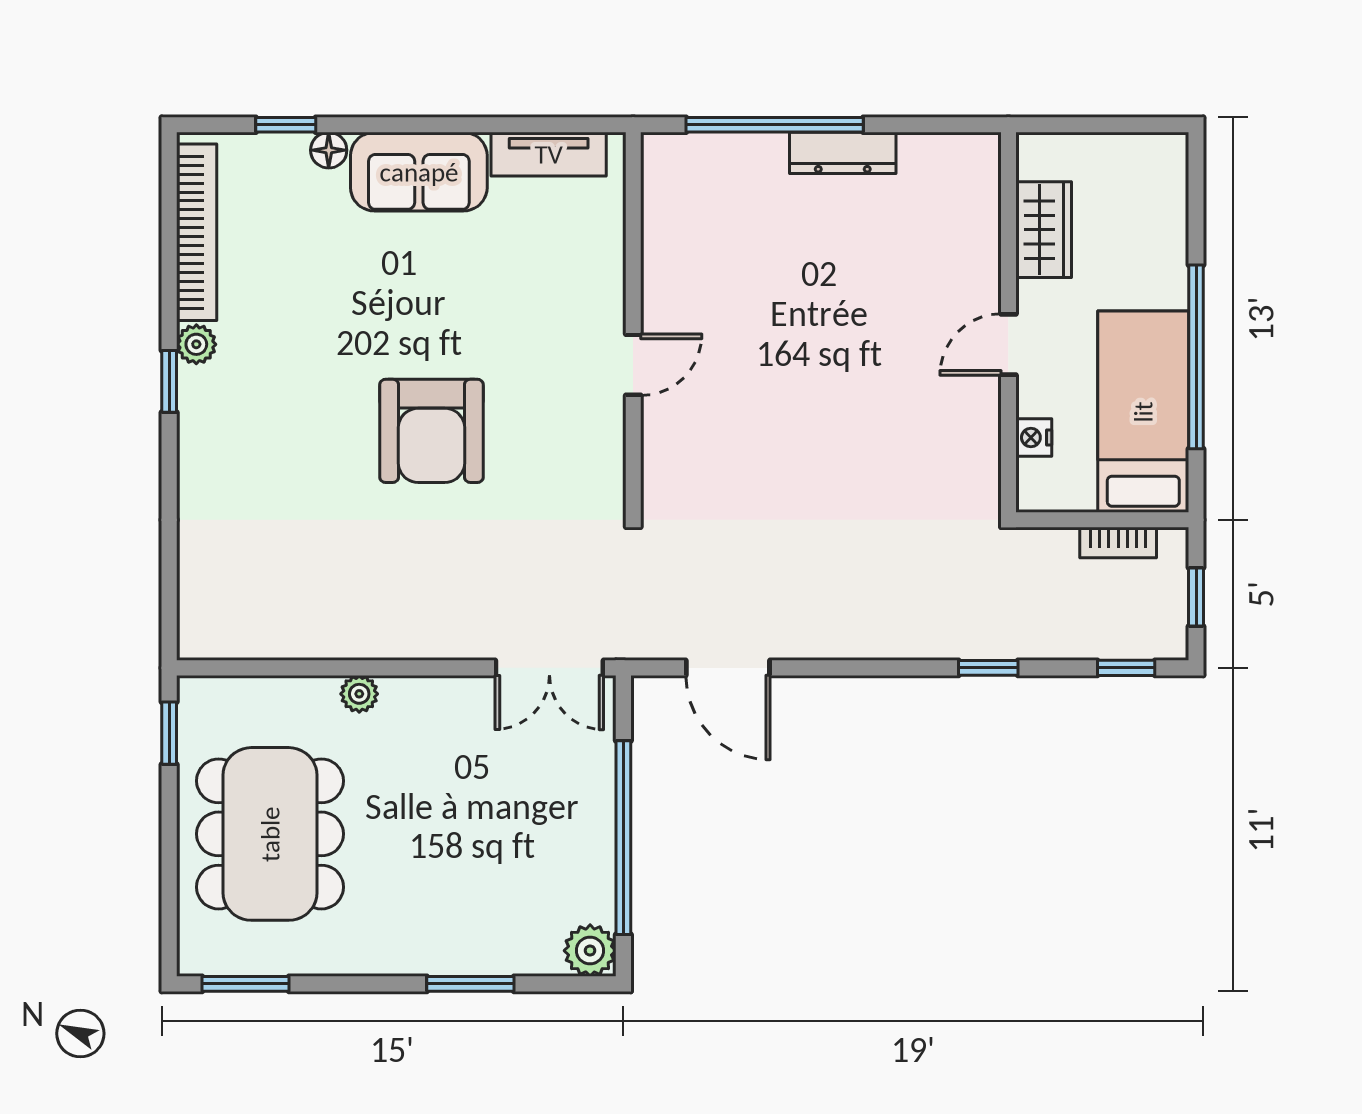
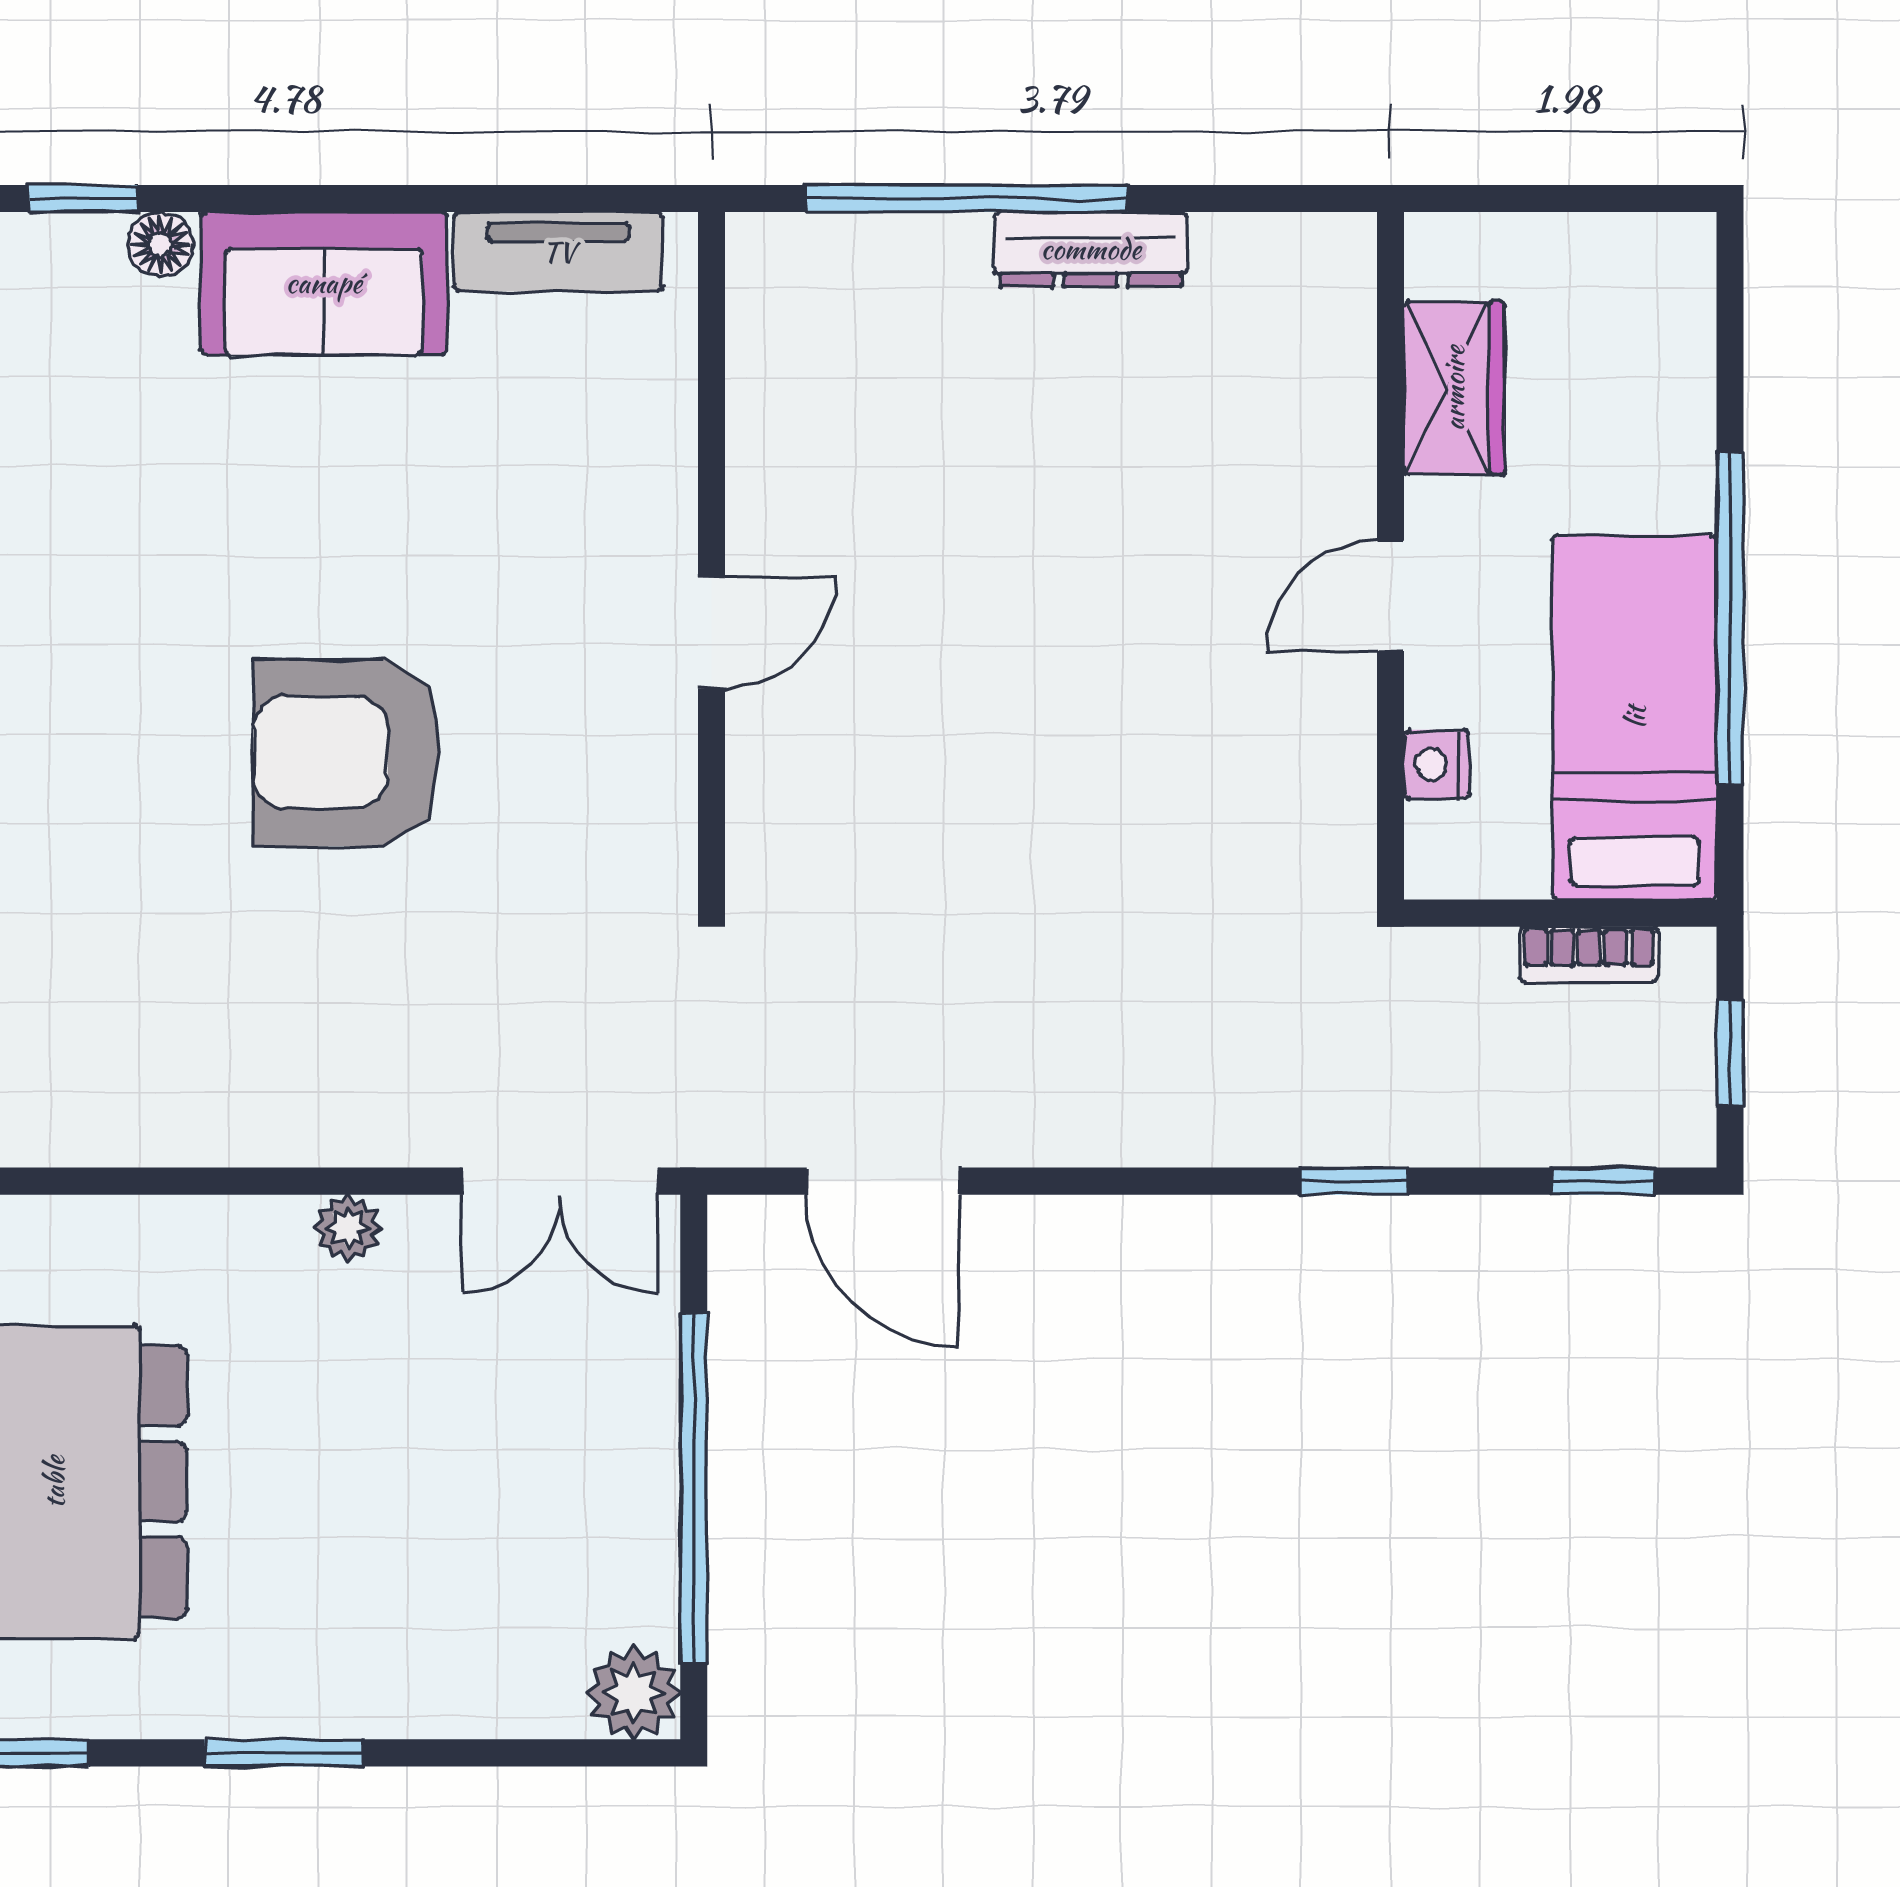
armchair: (431, 431) -> (347, 752), turned 90
plant: (359, 694) -> (348, 1228), moved
window: (470, 984) -> (284, 1753), moved

